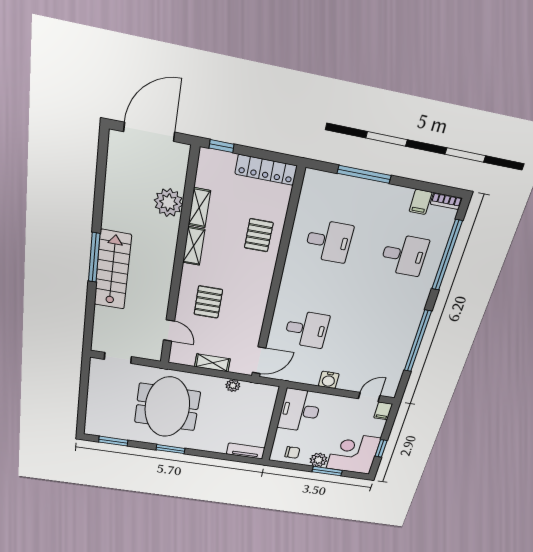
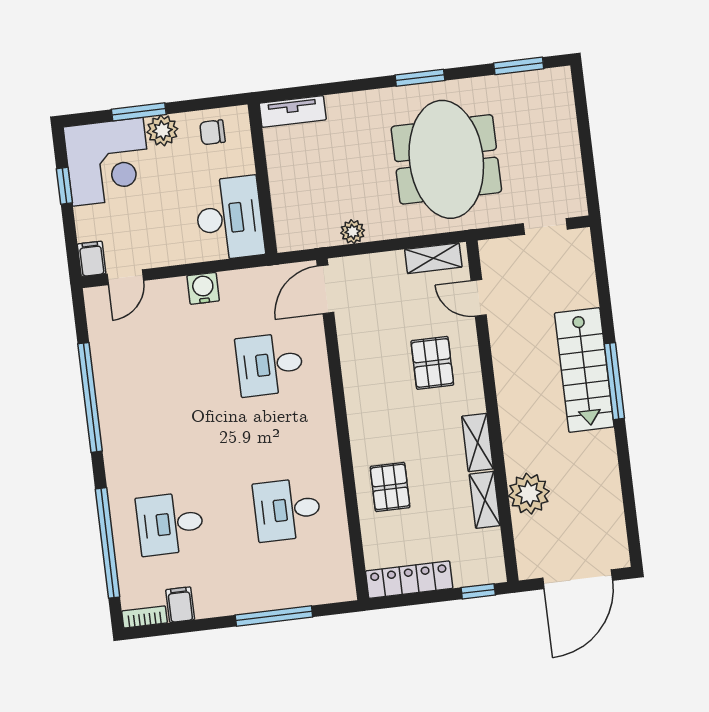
shelving: (212, 363) -> (433, 258), moved

